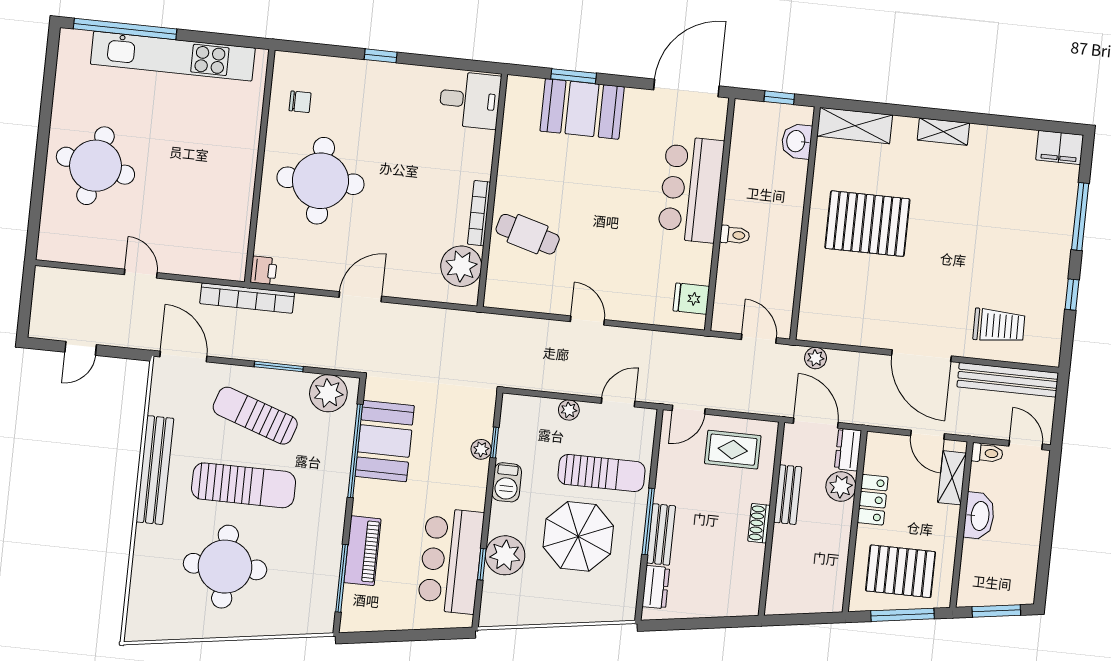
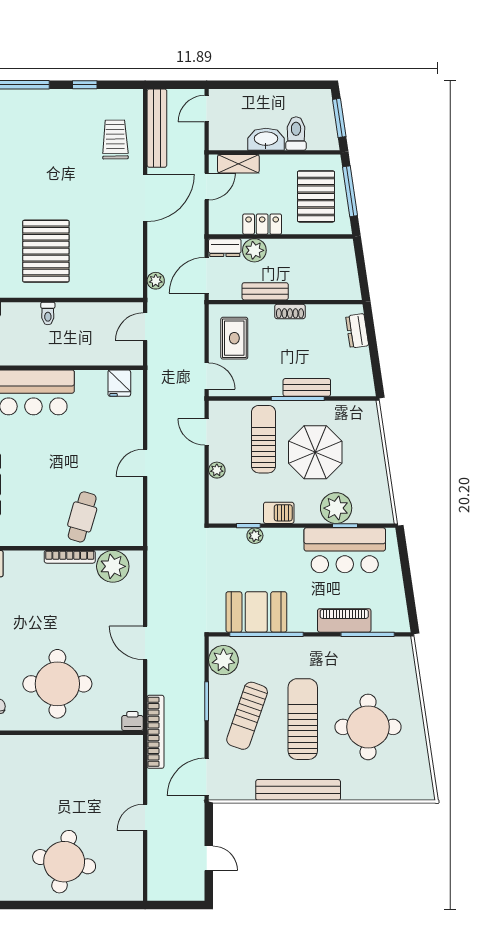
toilet: (735, 235) -> (48, 314), moved, turned 180
toilet: (987, 453) -> (296, 134), moved, width x1.37, depth x1.39
dresser: (656, 587) -> (357, 331), moved, turned -98

